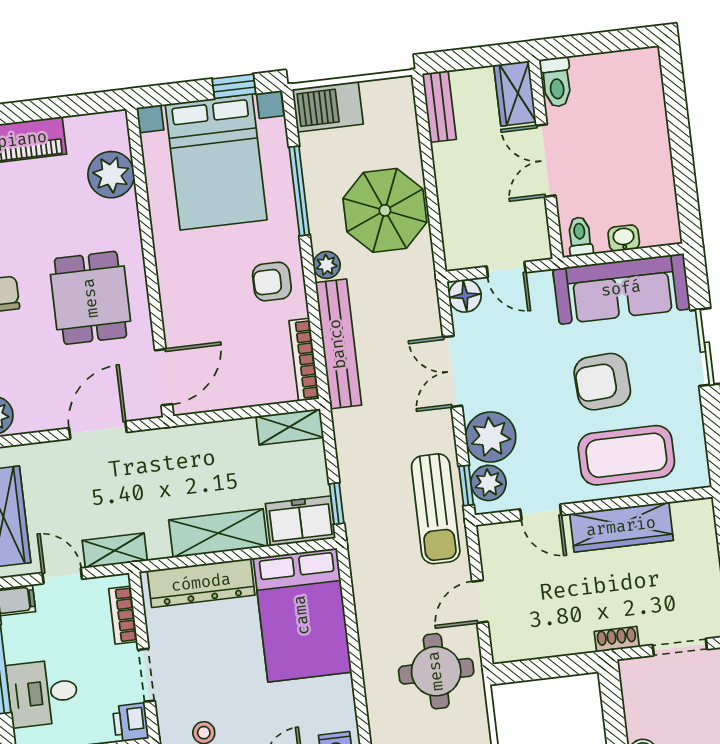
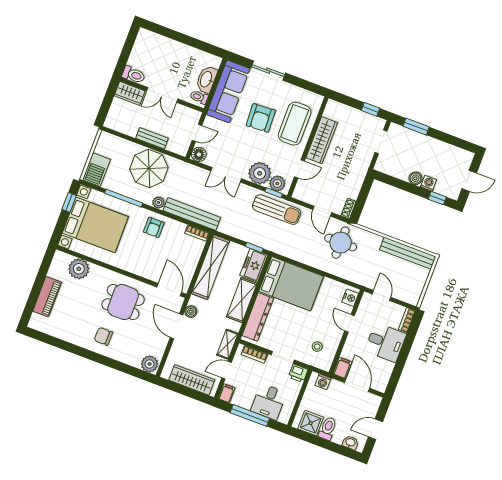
bench: (439, 106) -> (152, 138), moved
washbasin: (624, 238) -> (206, 79), width x1.91, depth x1.45
bookcase: (304, 360) -> (197, 233), width x0.64
shelving: (290, 427) -> (210, 267), width x2.20, depth x1.33
boiler: (142, 443) -> (191, 312), added
shoe rack: (617, 639) -> (349, 209), moved

